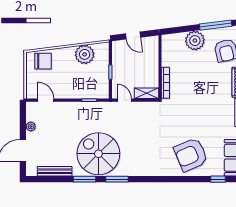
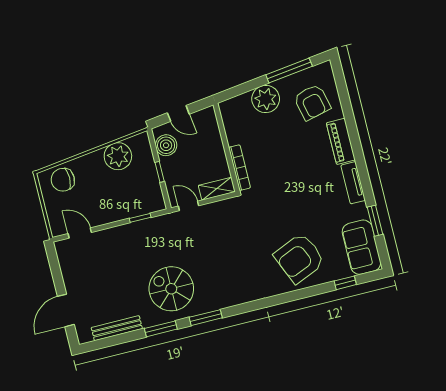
boiler: (119, 55) -> (166, 145), added
chair: (43, 61) -> (63, 180), turned 180
plant: (31, 126) -> (68, 274), removed
spiral stairs: (98, 154) -> (171, 289), width x0.73, depth x0.73

